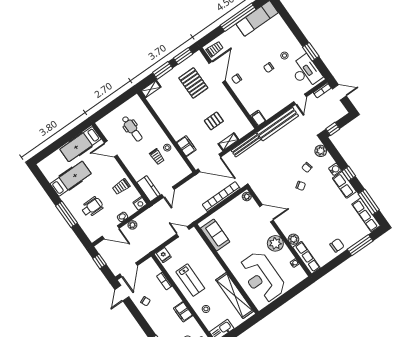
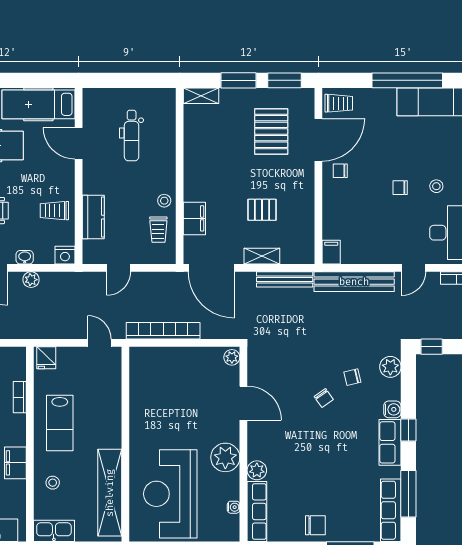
trolley: (157, 157) -> (158, 230), moved
kitchen counter: (148, 189) -> (93, 217), moved
bookcase: (221, 197) -> (163, 331), moved
sofa: (215, 235) -> (144, 382), removed

